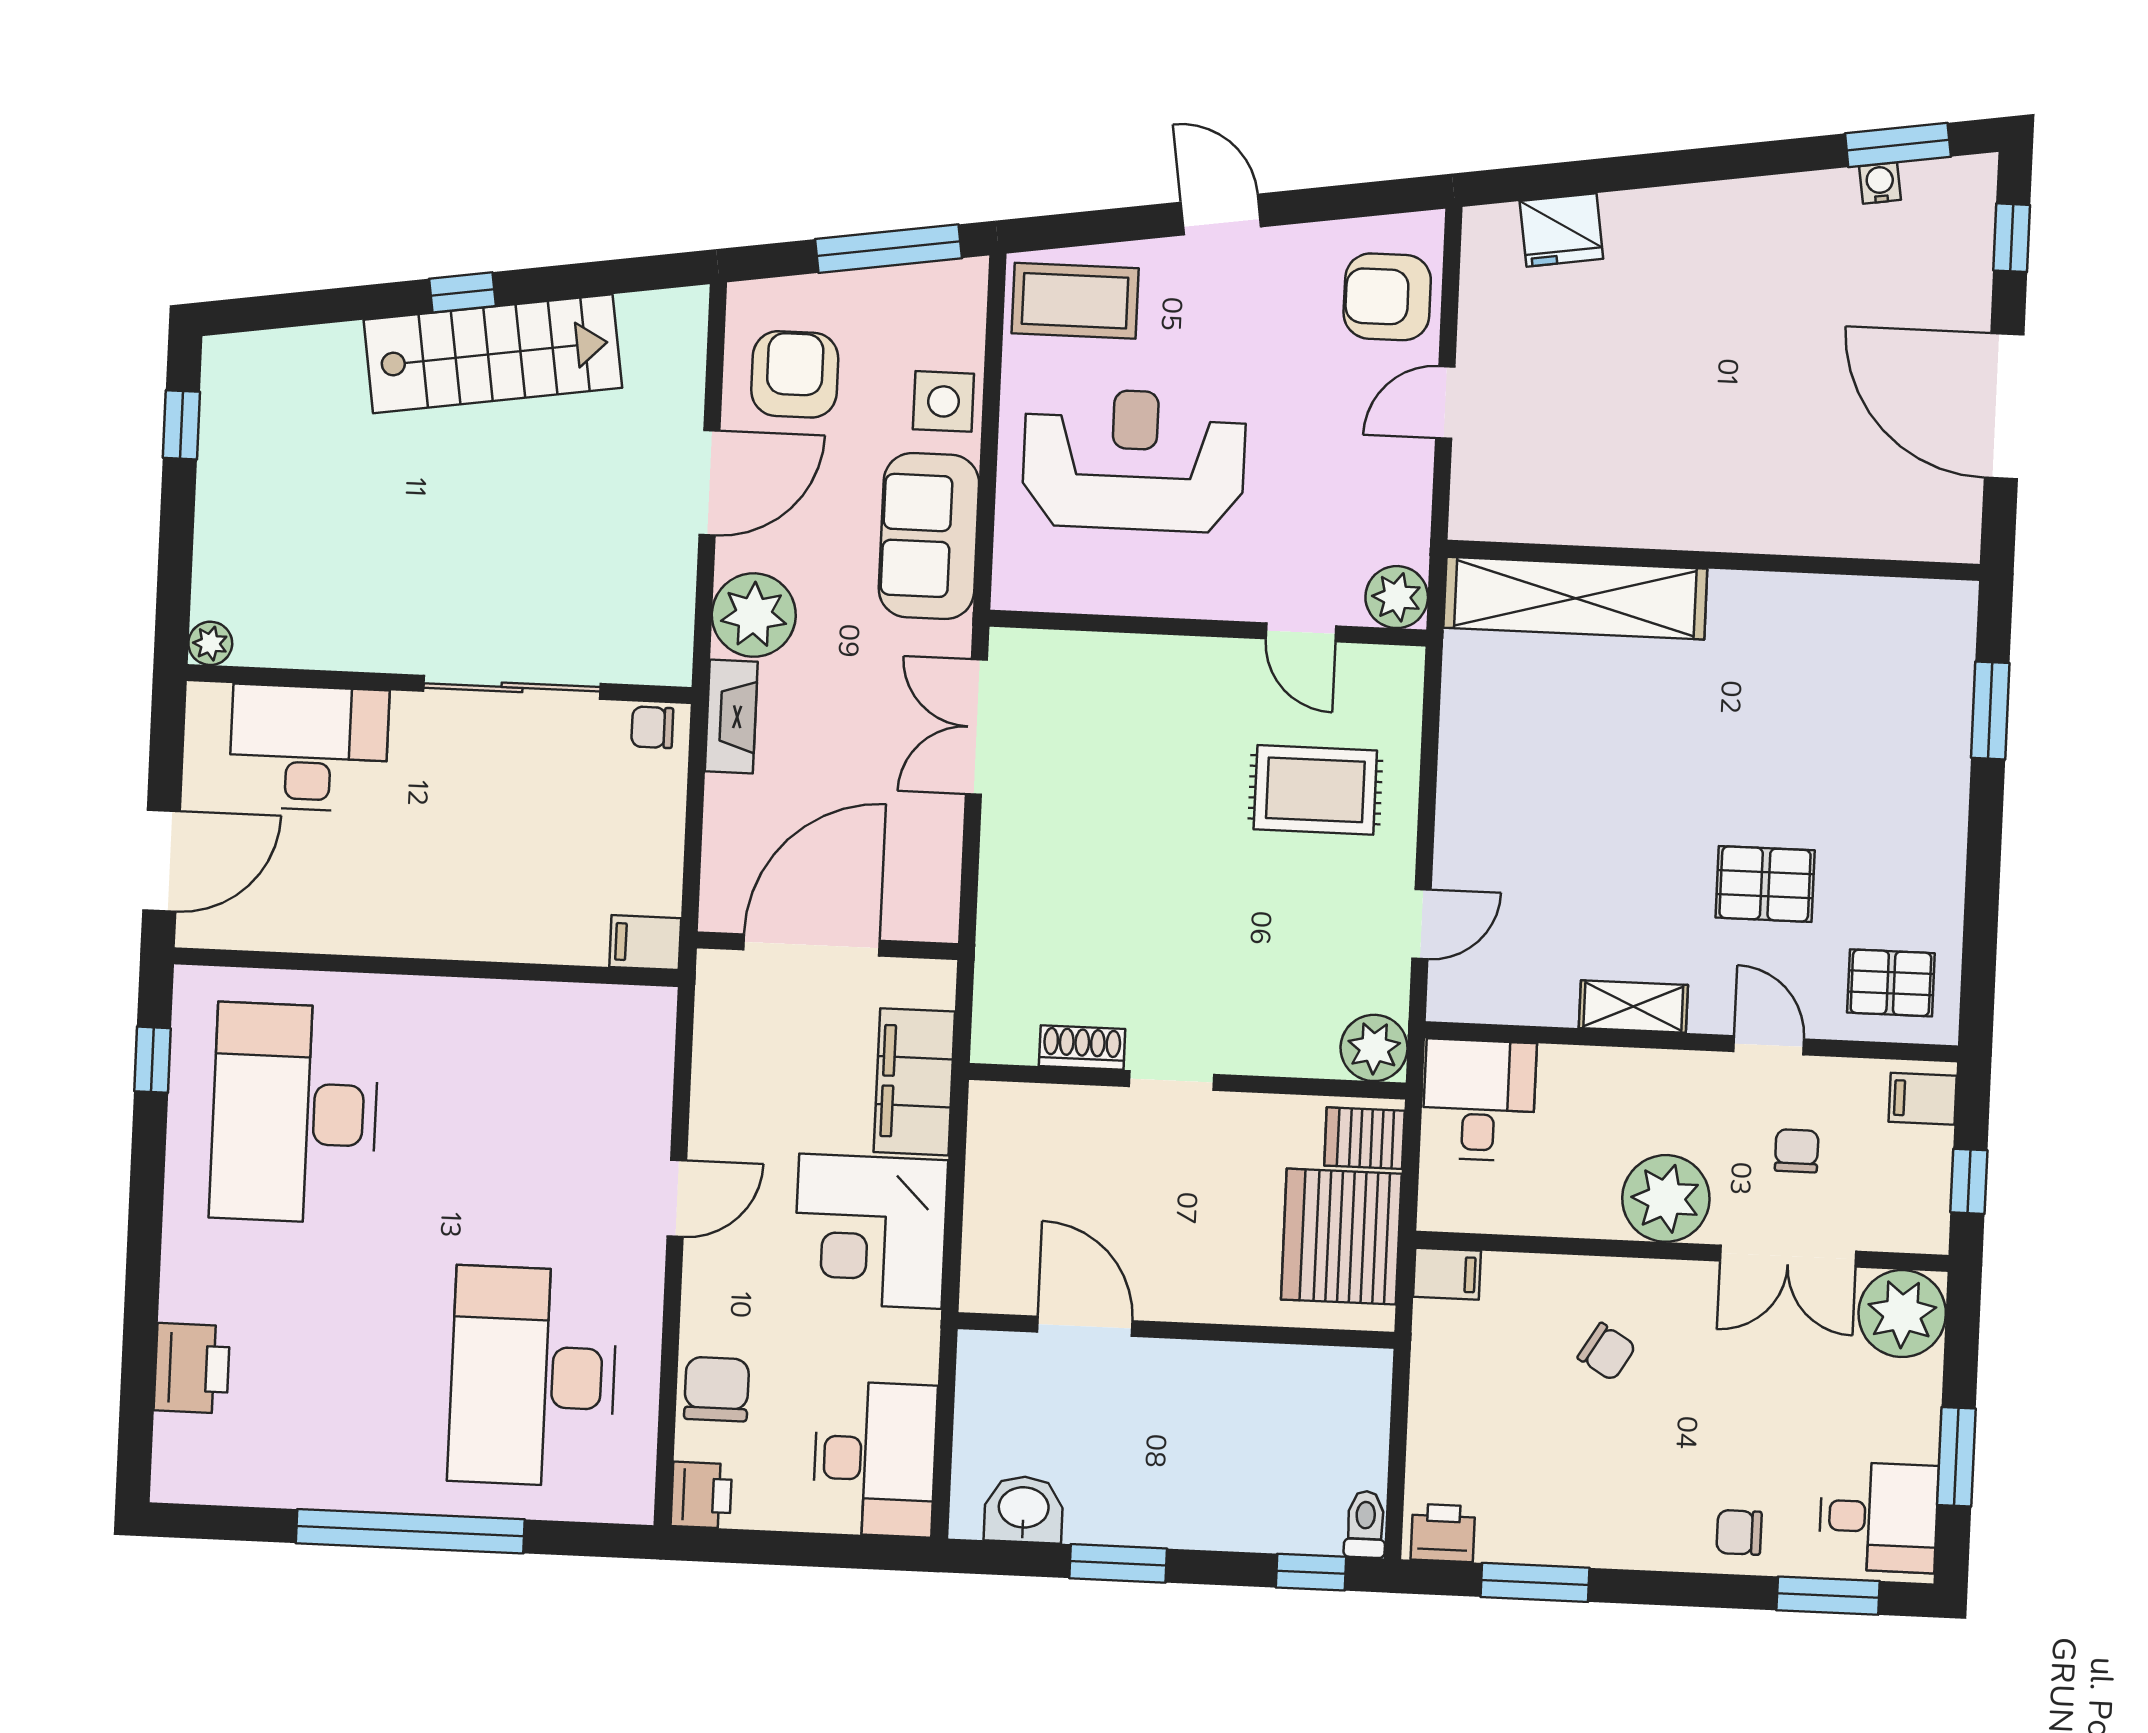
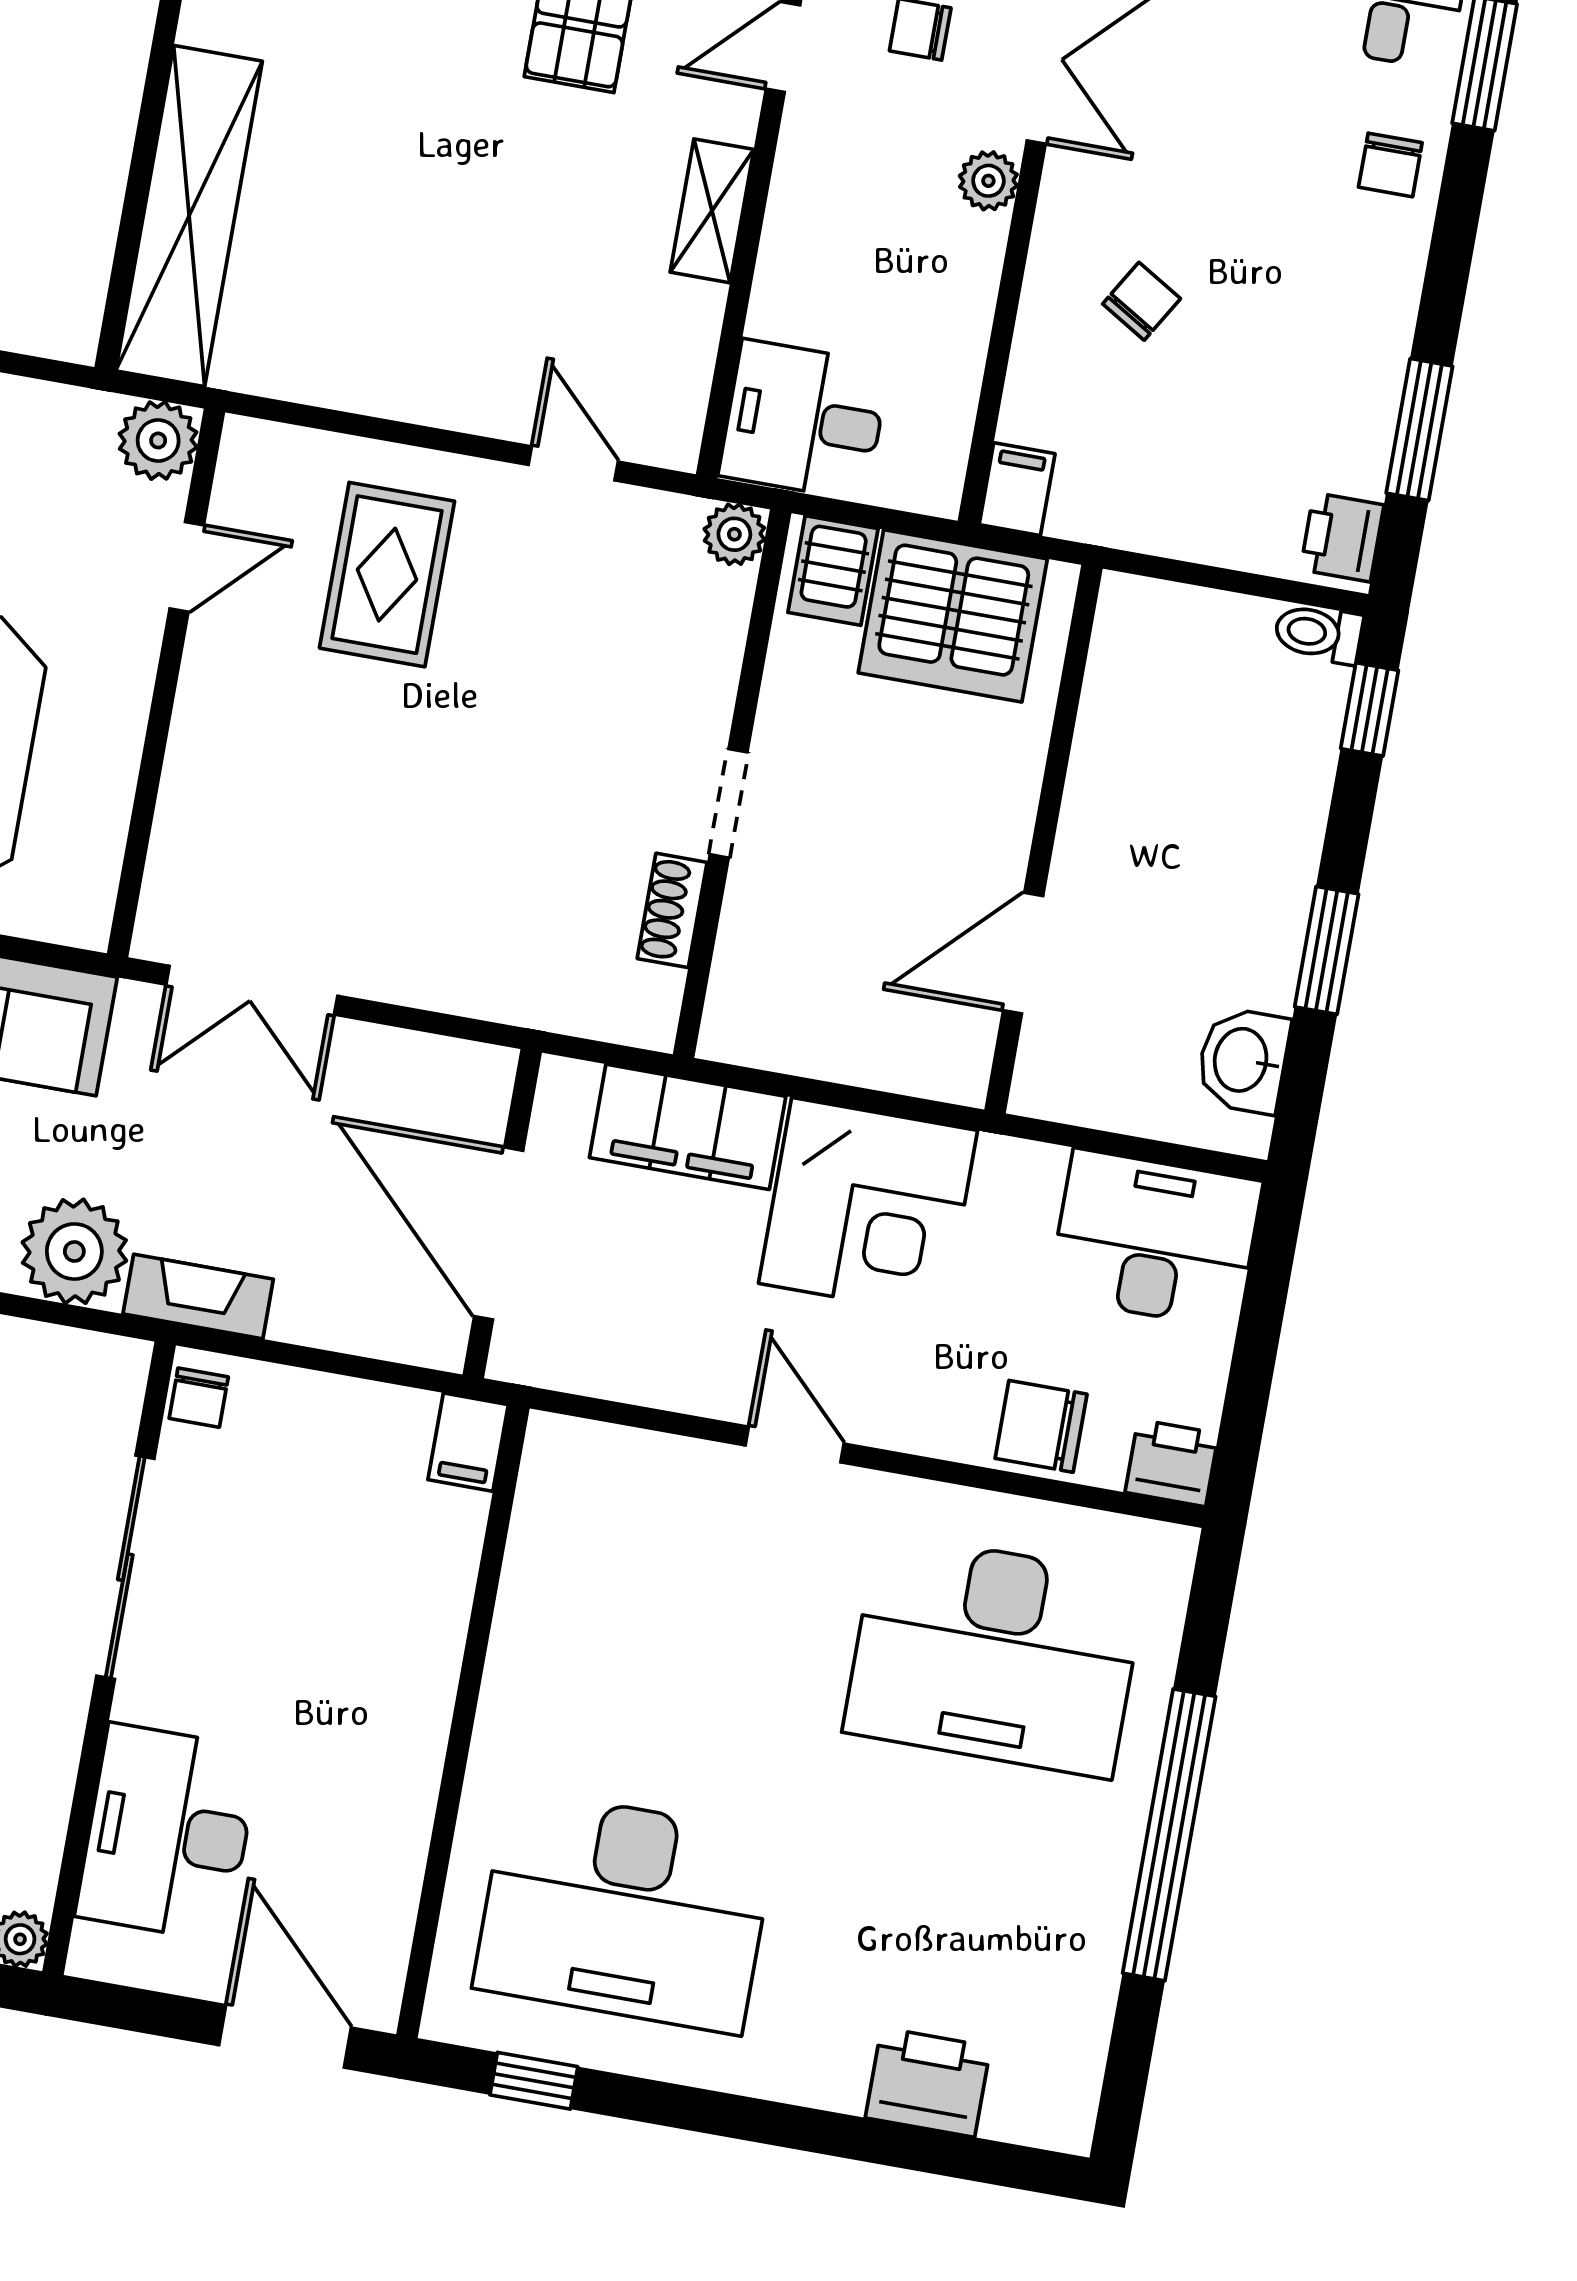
plant: (1374, 1048) -> (734, 534), width x0.73, depth x0.73
plant: (1666, 1198) -> (988, 181), width x0.53, depth x0.53

